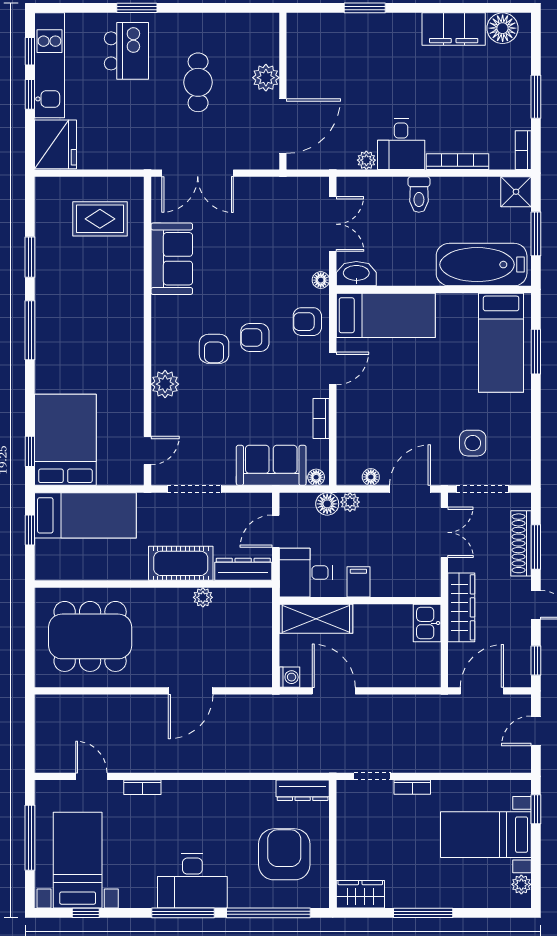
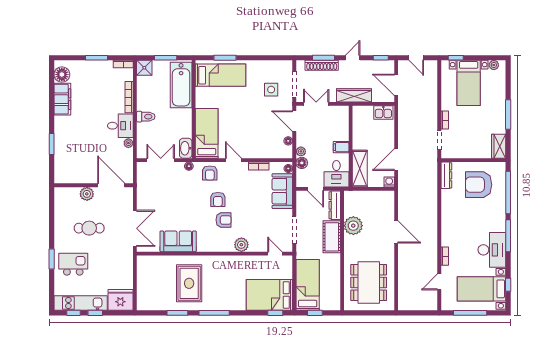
rug: (100, 219) -> (189, 283), moved, width x1.36, depth x1.43
plant: (203, 597) -> (353, 226), width x1.88, depth x1.88
kitchen sink: (427, 623) -> (383, 113), moved
desk: (192, 881) -> (492, 250), moved

